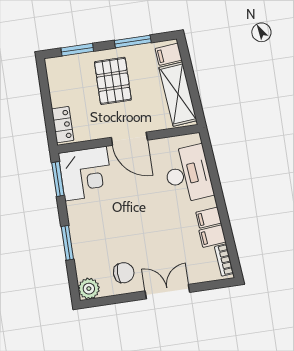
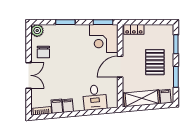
pallet: (113, 81) -> (155, 62), turned 90
desk: (188, 174) -> (95, 97), width x0.73

